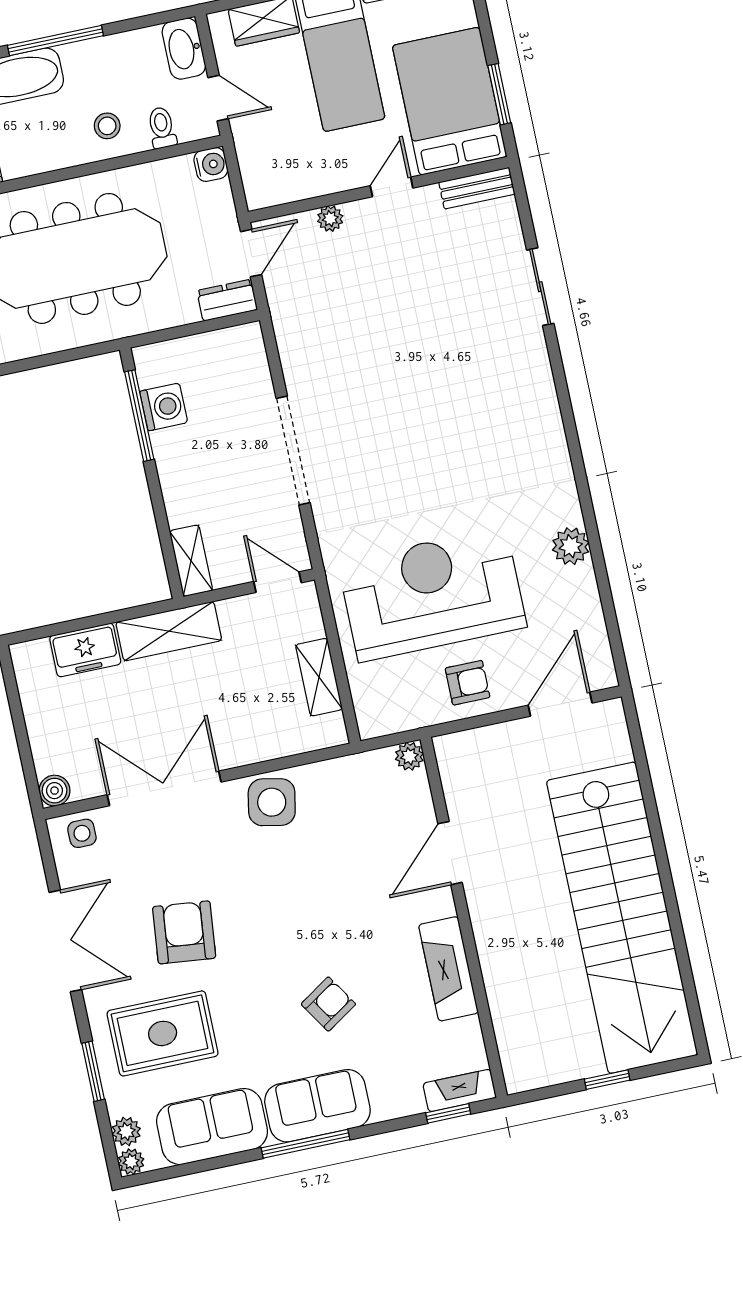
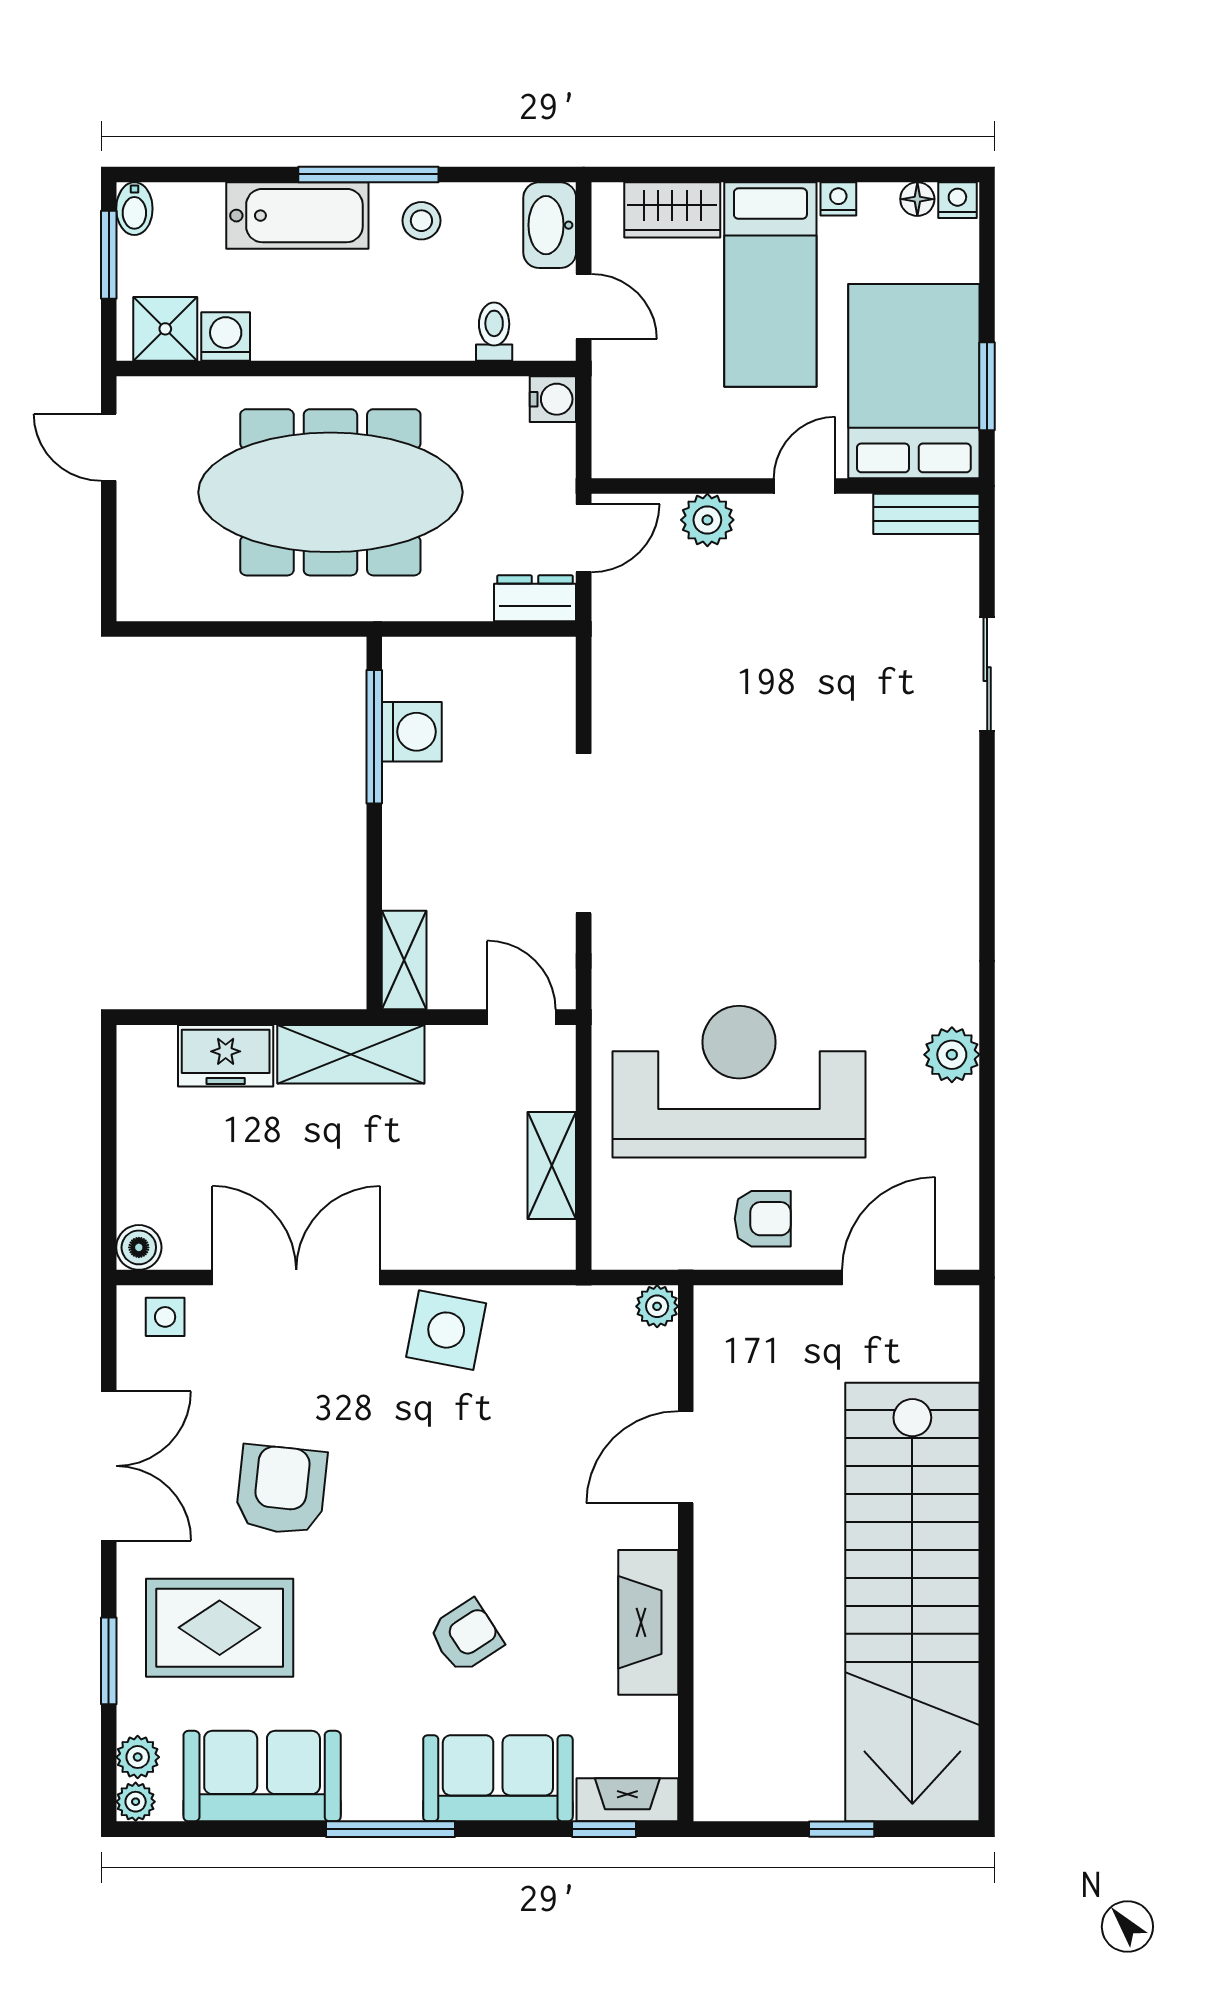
stool: (107, 126) -> (421, 221), moved
plant: (330, 219) -> (707, 520), width x1.38, depth x1.38
sofa: (317, 1106) -> (498, 1778), moved

